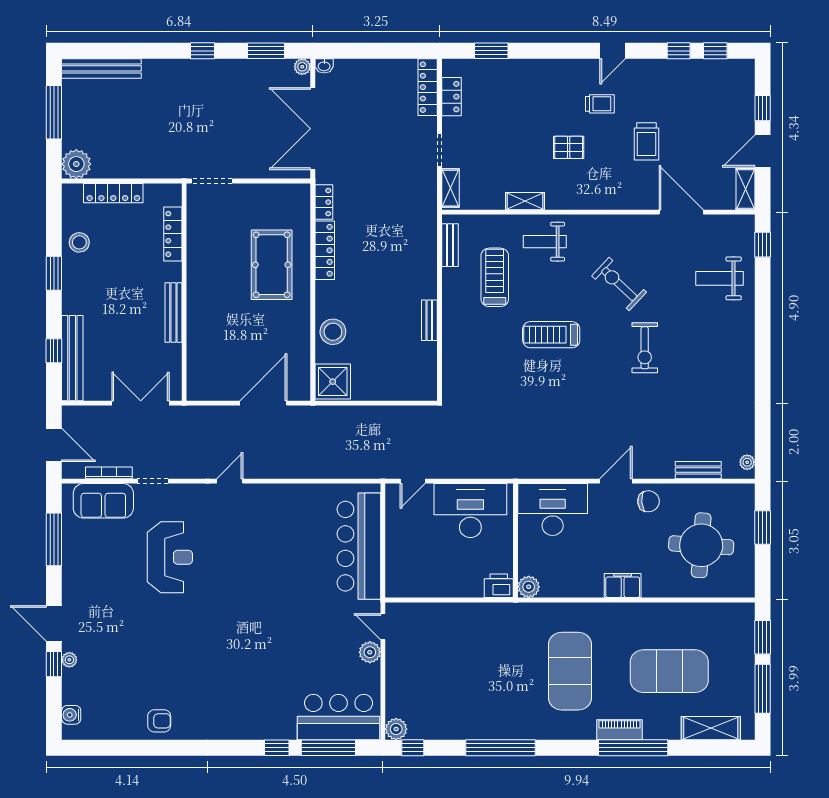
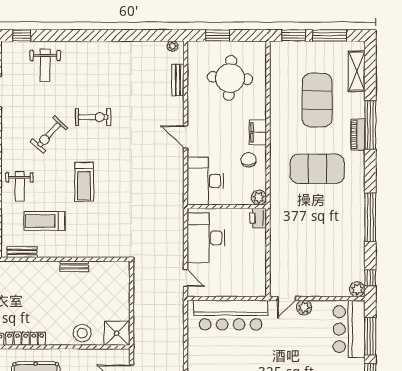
chair: (648, 501) -> (249, 160), moved

